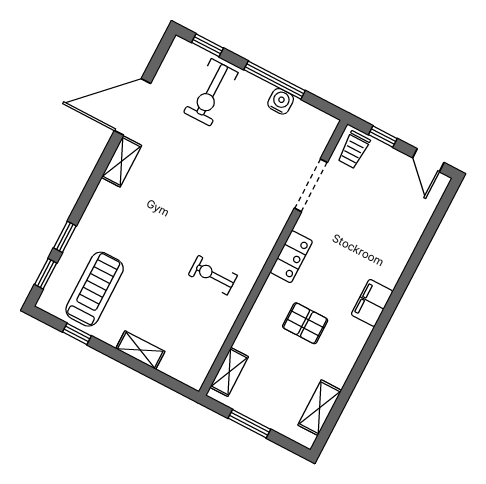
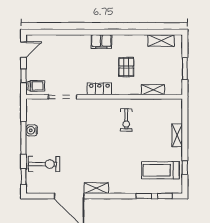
shelving: (229, 372) -> (153, 90), moved

